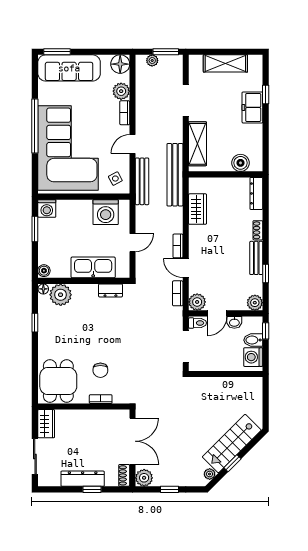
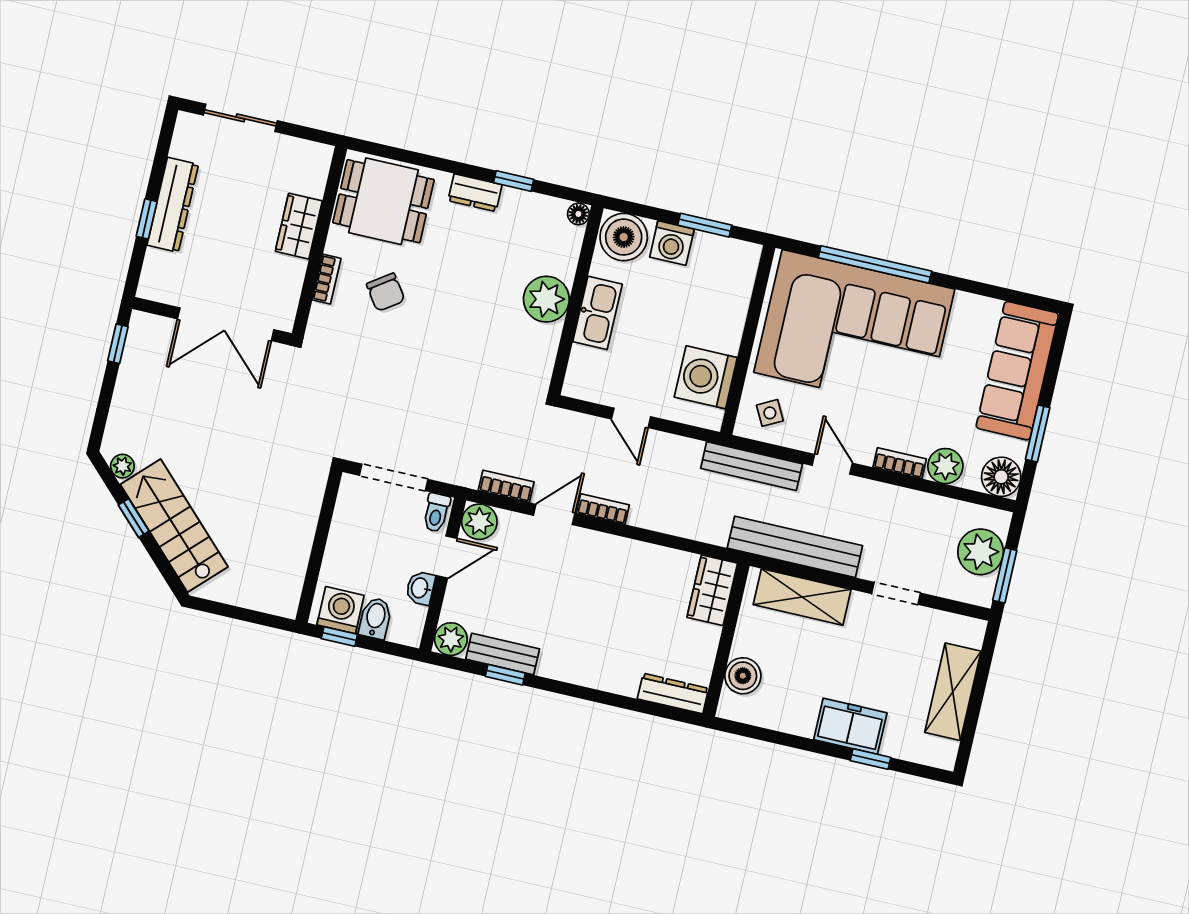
window: (57, 52) -> (1038, 433), moved
plant: (152, 60) -> (981, 552), width x1.87, depth x1.87
doorway: (186, 100) -> (896, 593), width x0.73
window: (35, 126) -> (875, 264), moved
bench: (175, 175) -> (795, 547), moved
washing machine: (47, 208) -> (672, 243), moved, turned -90
wardrobe: (198, 209) -> (712, 590), moved, turned 90
shoe rack: (258, 230) -> (597, 679), removed
bench: (256, 258) -> (503, 654), moved
kitchen sink: (93, 267) -> (598, 313), width x0.73, depth x0.81
boiler: (44, 271) -> (624, 237), width x1.86, depth x1.86
dresser: (110, 290) -> (475, 193), moved, turned -90
plant: (61, 295) -> (546, 299), moved
door: (217, 313) -> (447, 557), swing flipped
window: (266, 331) -> (339, 636), moved
chair: (100, 370) -> (386, 292), turned -125
wardrobe: (46, 424) -> (299, 226), moved, turned 90
shoe rack: (124, 475) -> (160, 291), removed
plant: (144, 478) -> (146, 331), removed
window: (170, 489) -> (118, 344), moved

